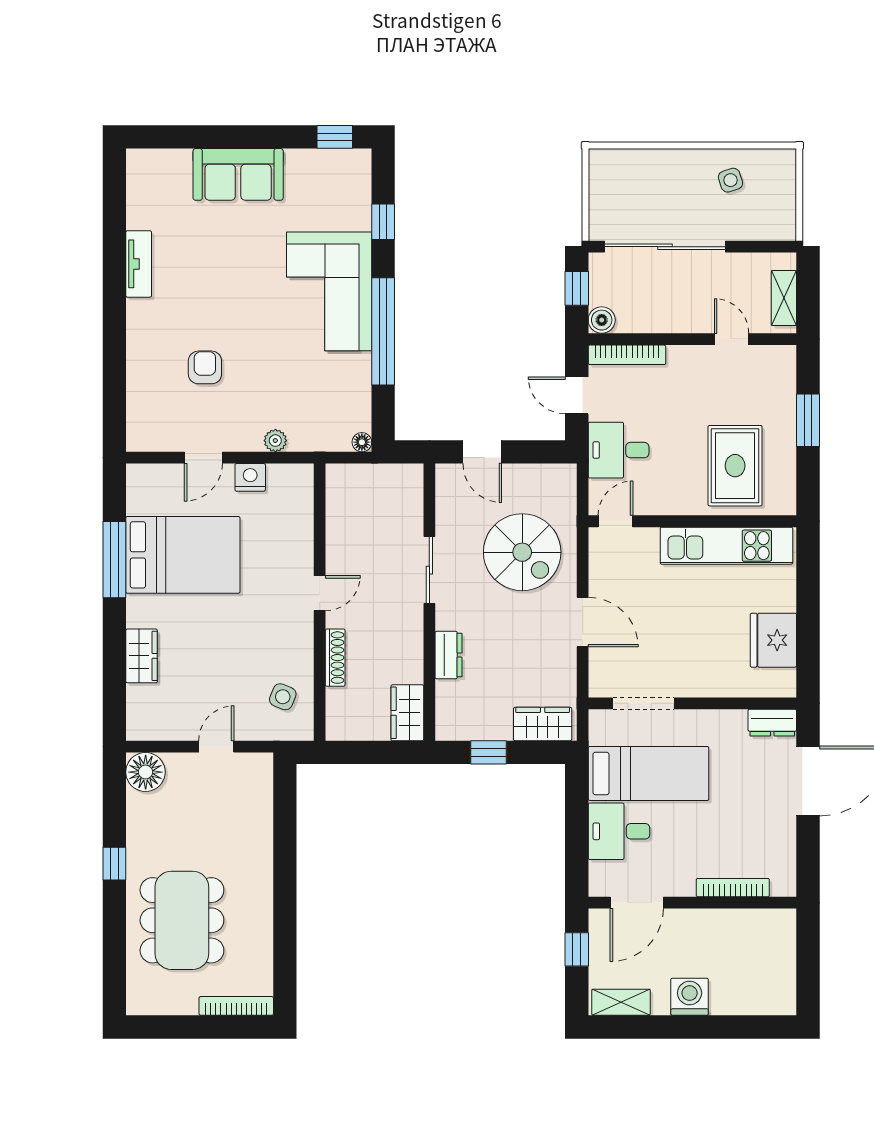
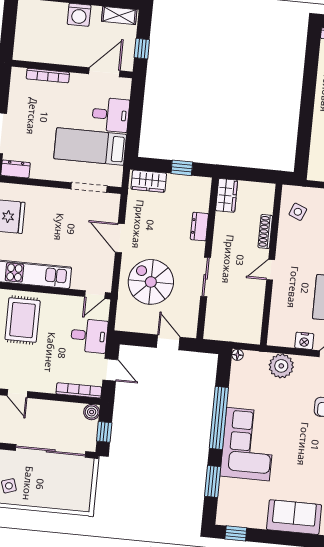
window: (383, 222) -> (213, 481), width x1.50
plant: (275, 441) -> (281, 366), width x1.88, depth x1.88

